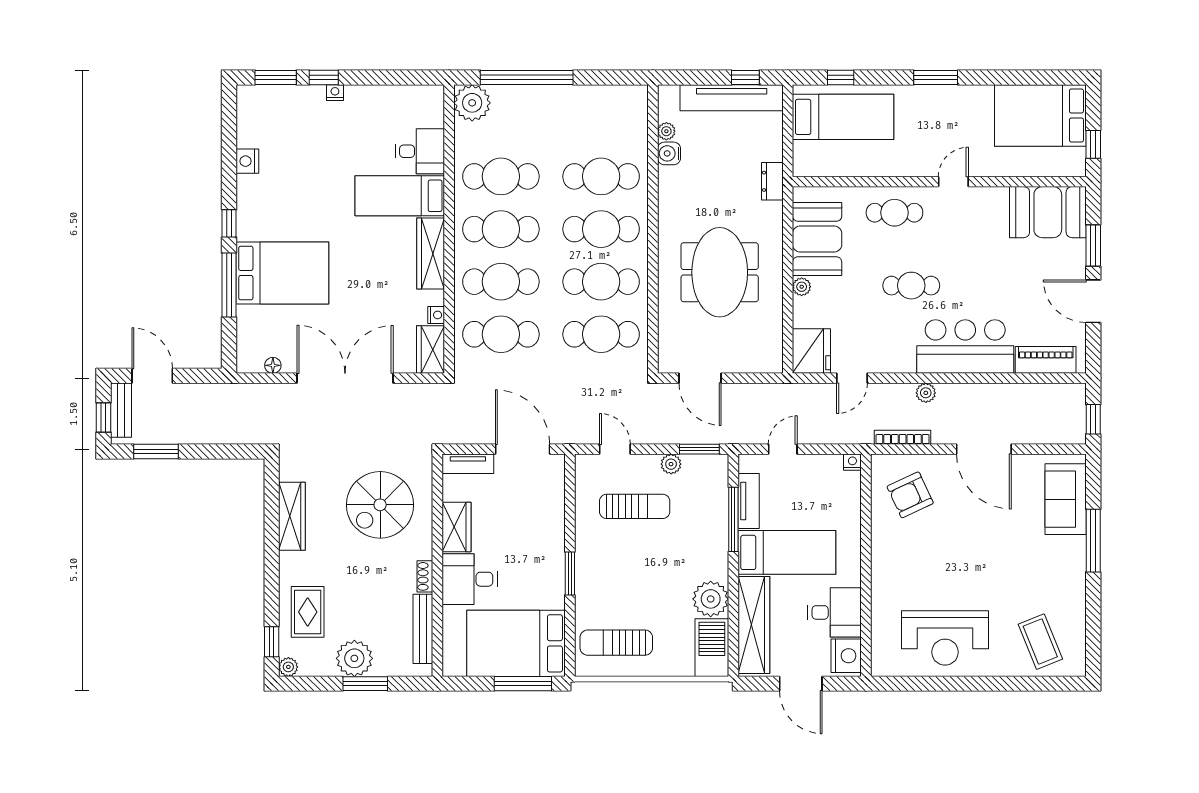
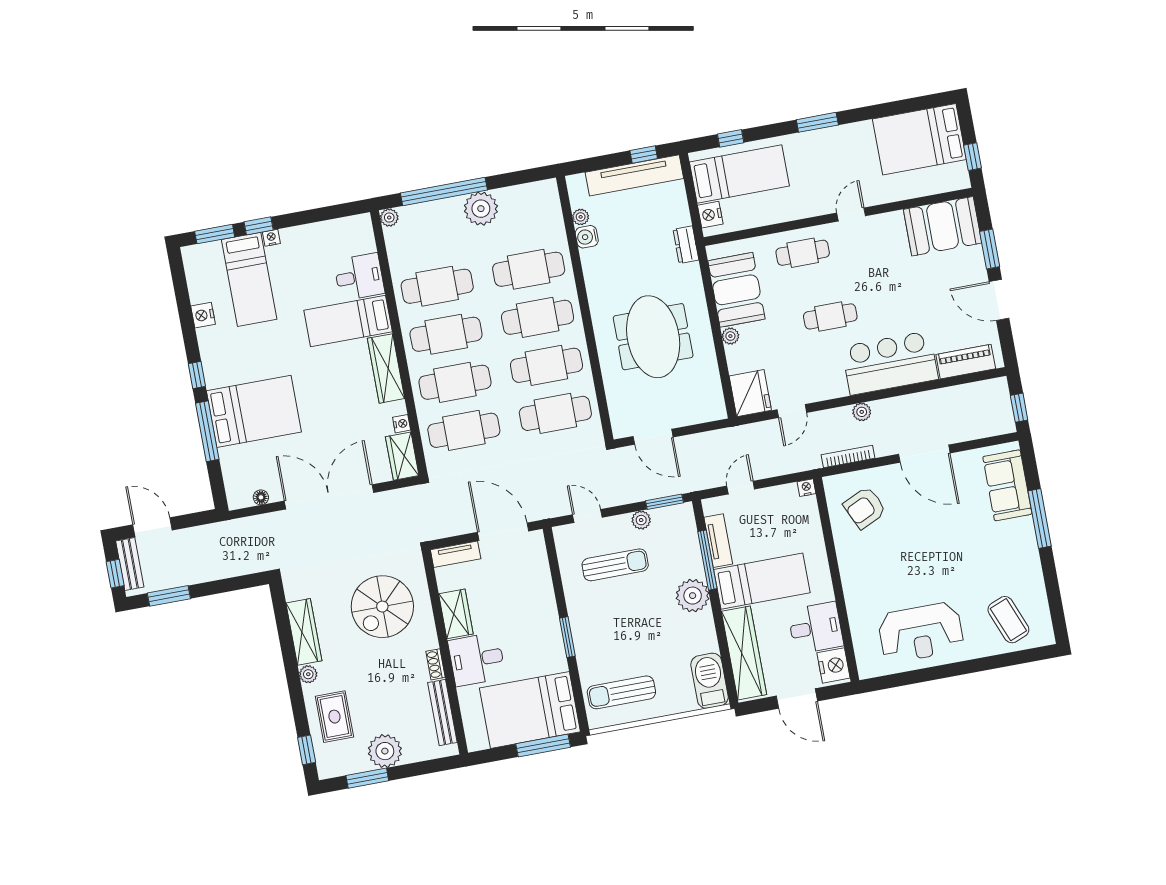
plant: (472, 103) -> (389, 218), width x0.53, depth x0.53
plant: (562, 103) -> (481, 209), added
bed: (303, 132) -> (249, 279), added
nightstand: (804, 154) -> (710, 215), added
plant: (711, 599) -> (693, 596), moved
plant: (288, 667) -> (308, 674), moved
window: (365, 684) -> (367, 778), moved

